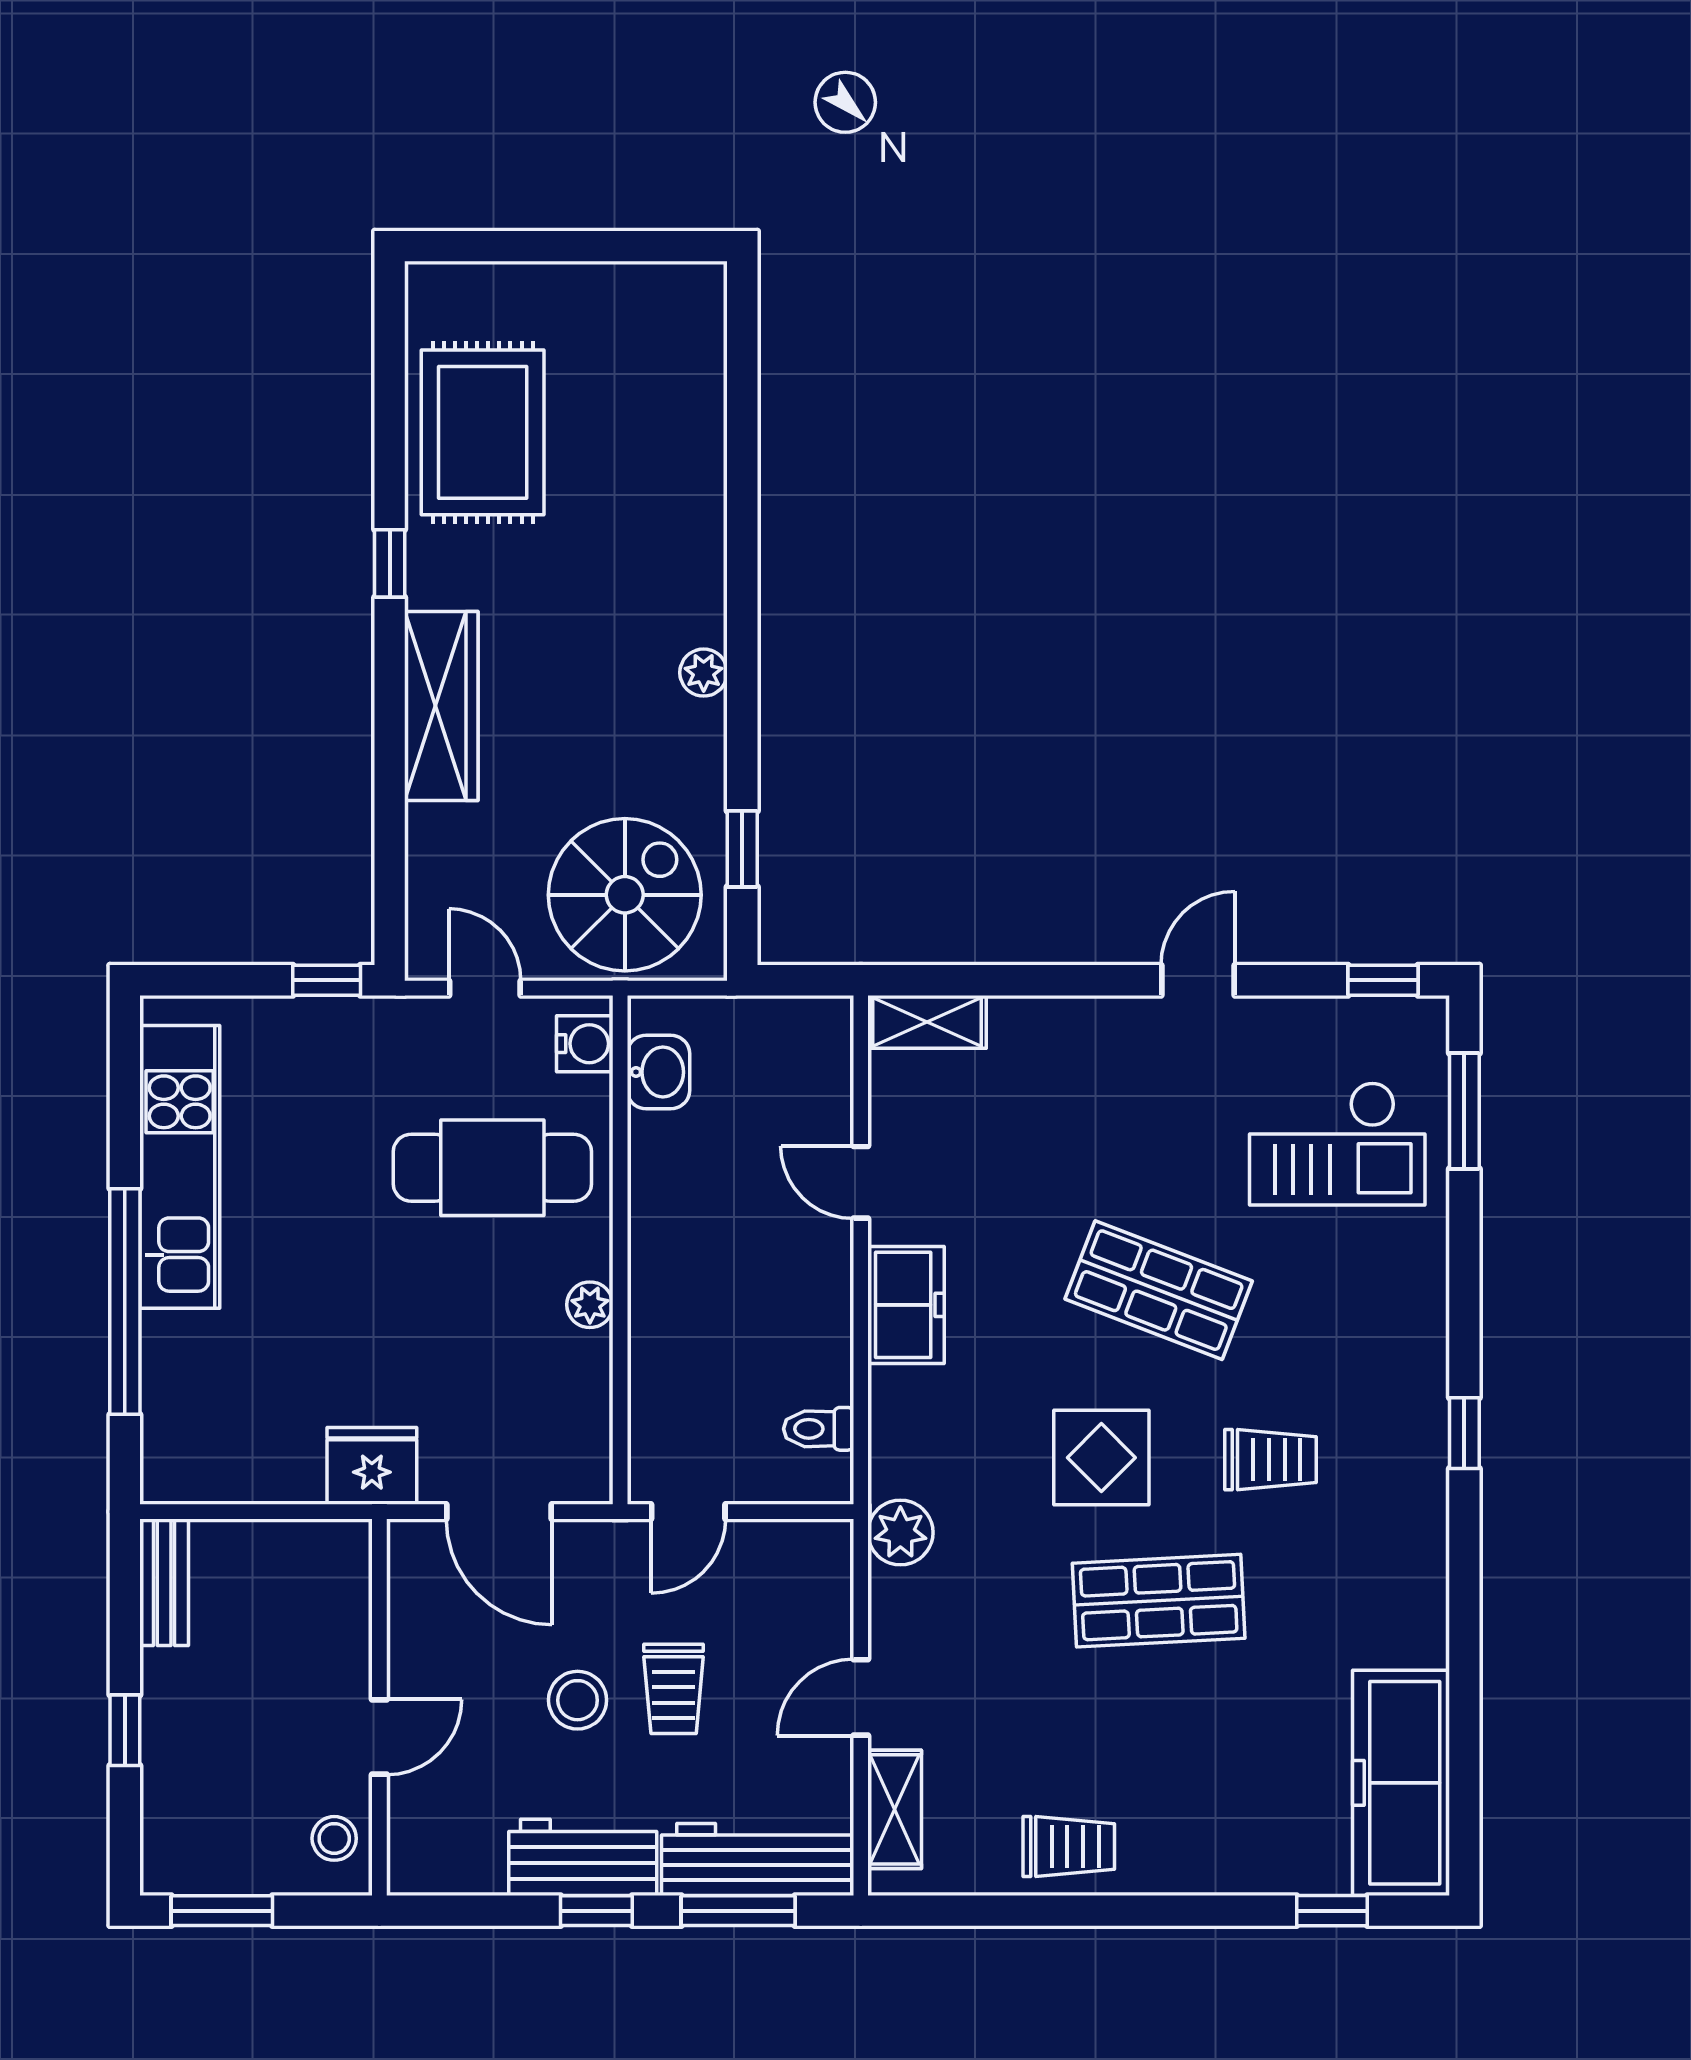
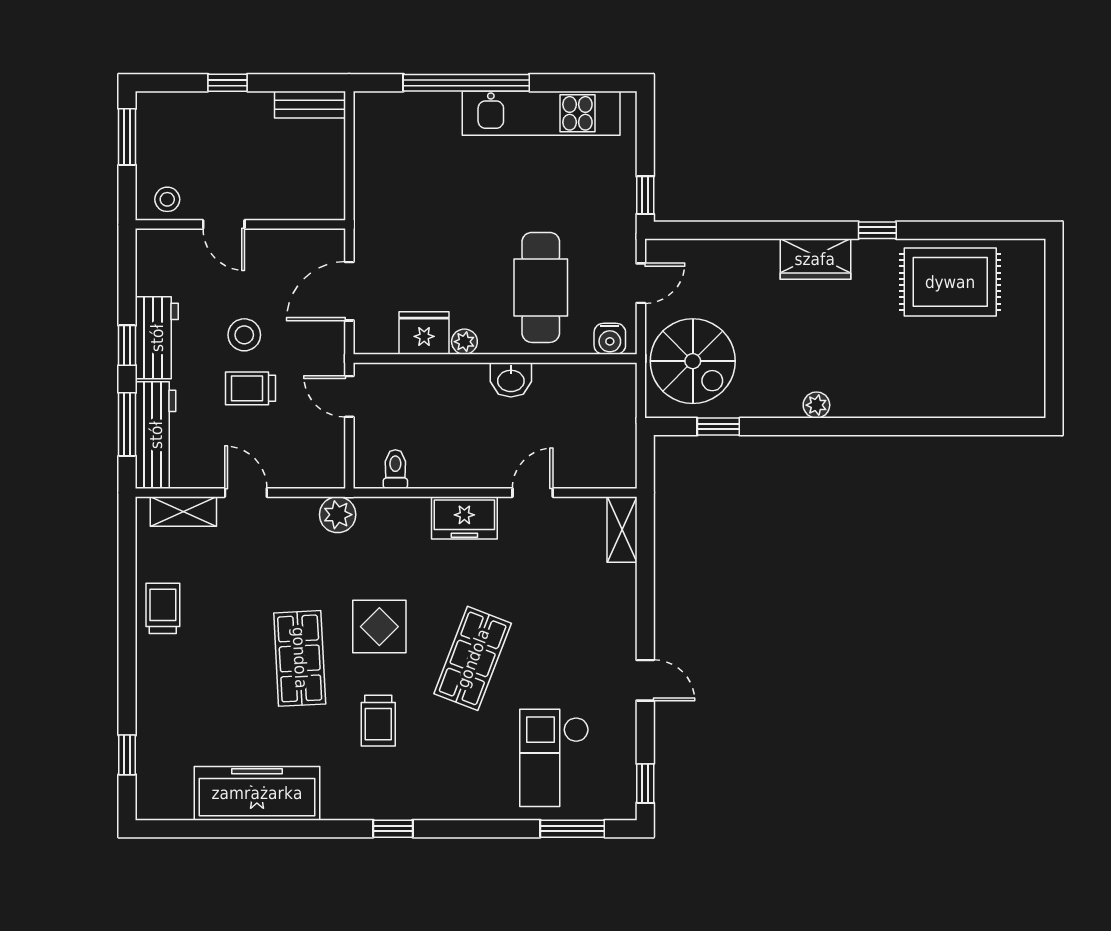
wardrobe: (441, 706) -> (815, 259), width x0.67
washbasin: (658, 1072) -> (511, 380), moved
fridge: (372, 1466) -> (424, 333), moved, turned -90
freezer: (1401, 1783) -> (257, 793), moved
trolley: (1069, 1846) -> (163, 608), turned 180

